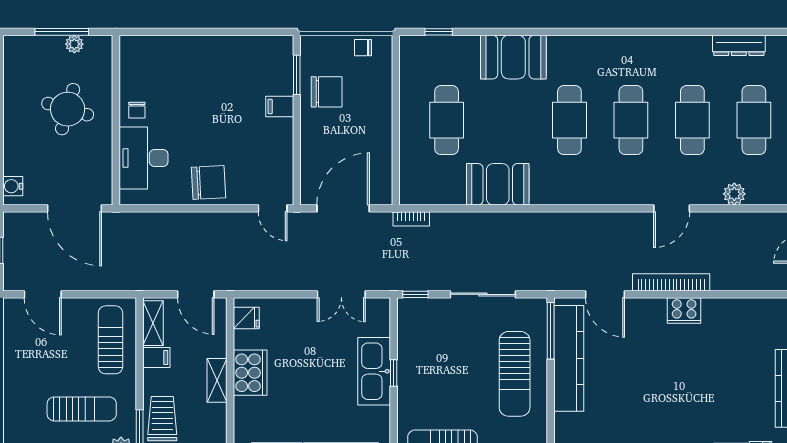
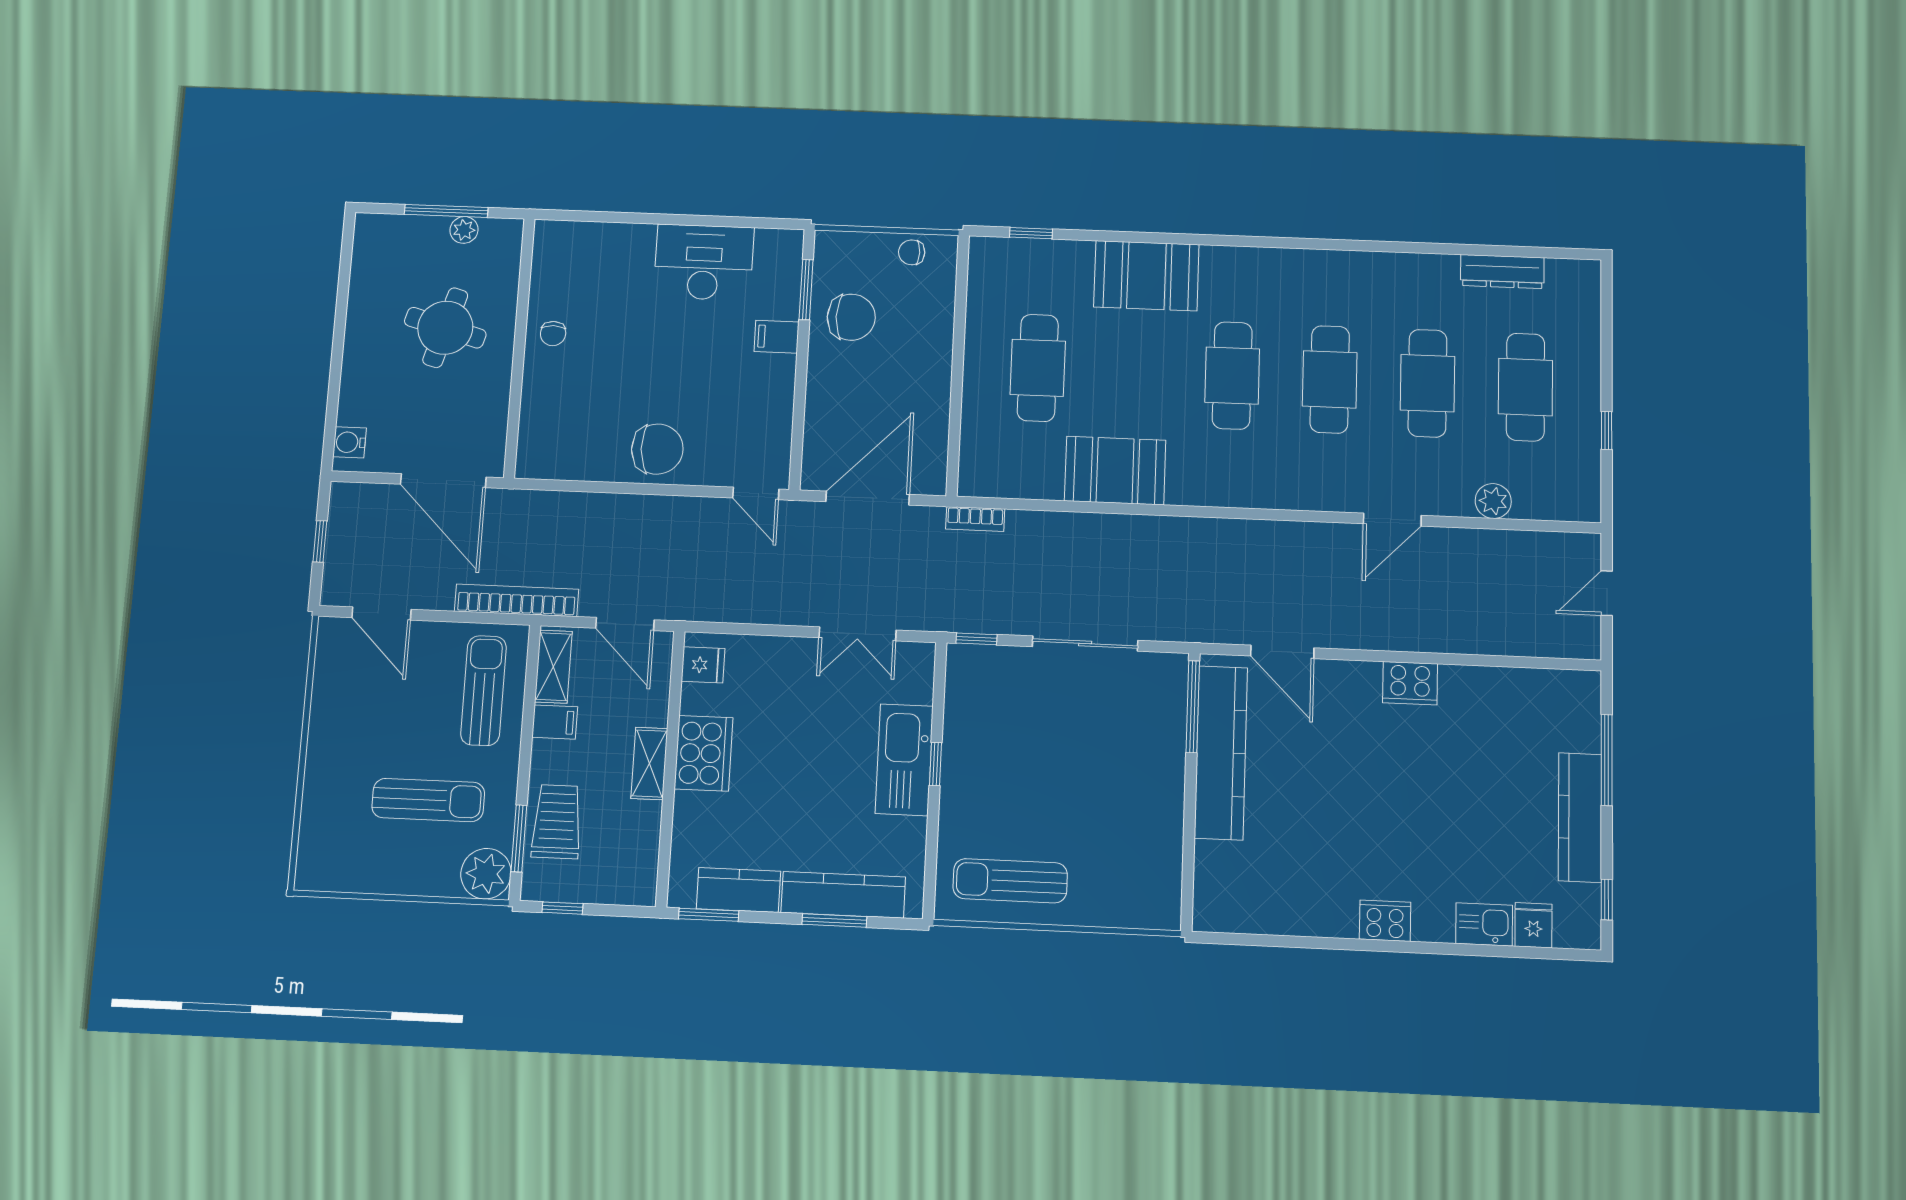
desk: (144, 158) -> (704, 262), moved, turned 90
bookcase: (671, 282) -> (517, 600), moved
sun lounger: (515, 374) -> (1132, 774), removed

